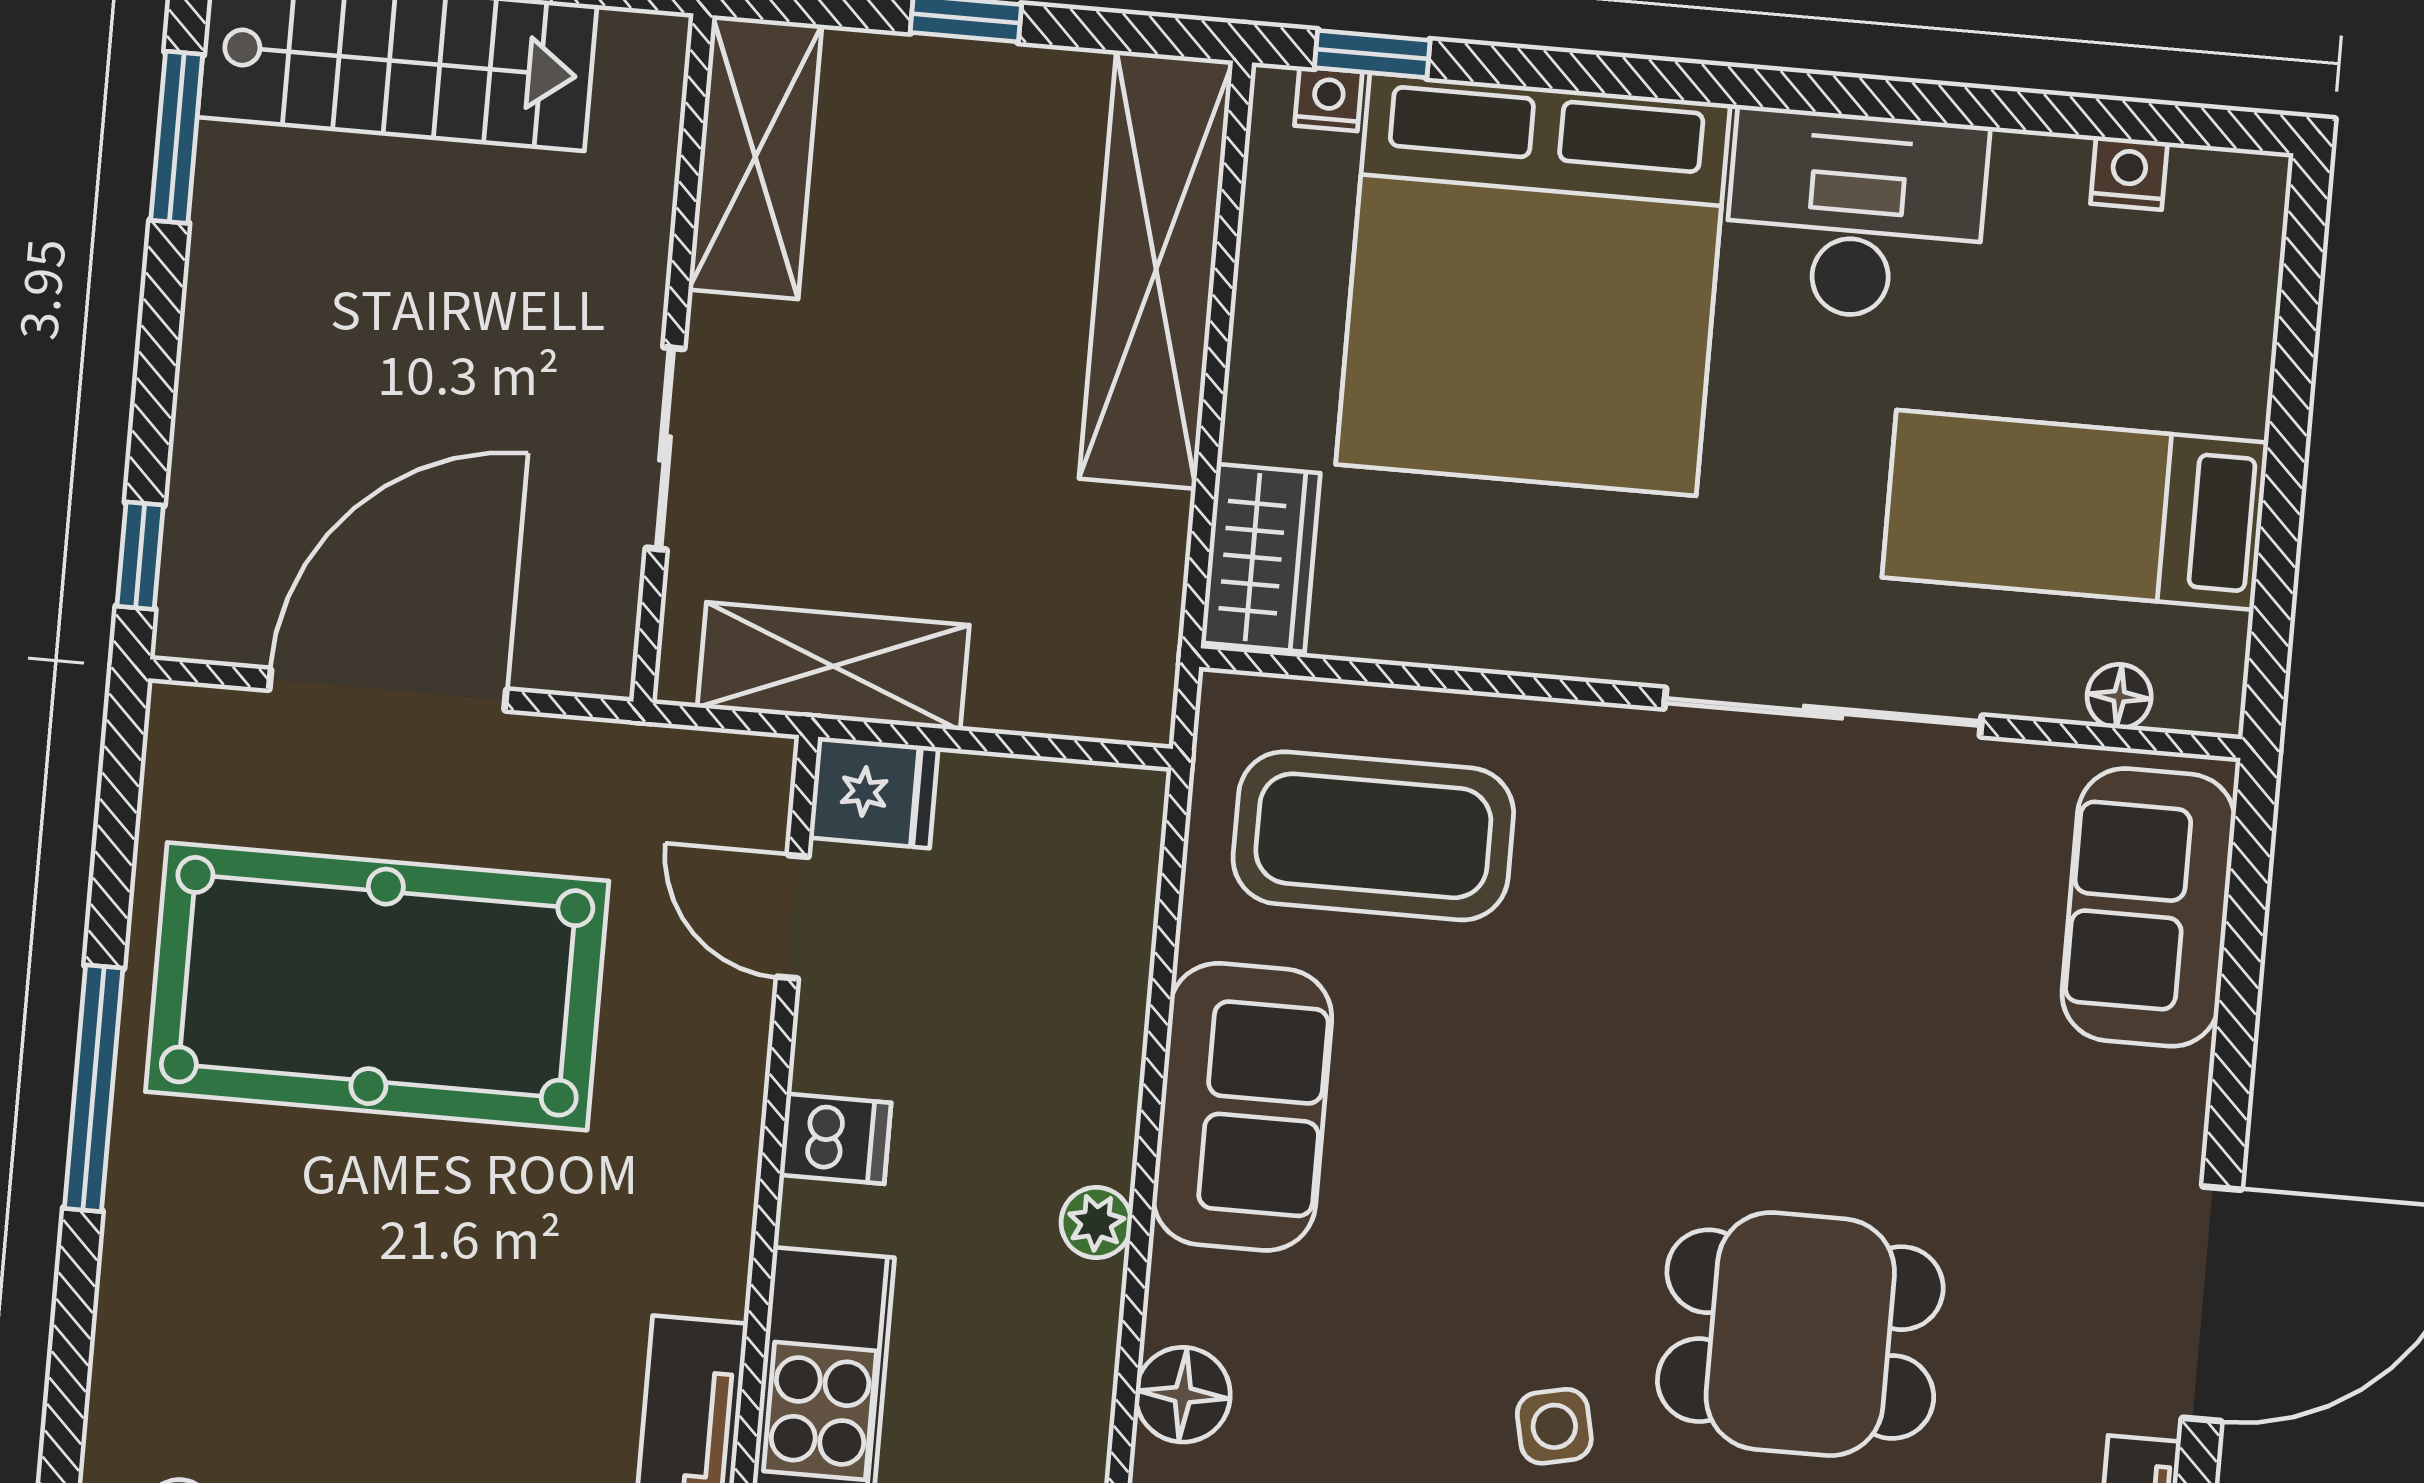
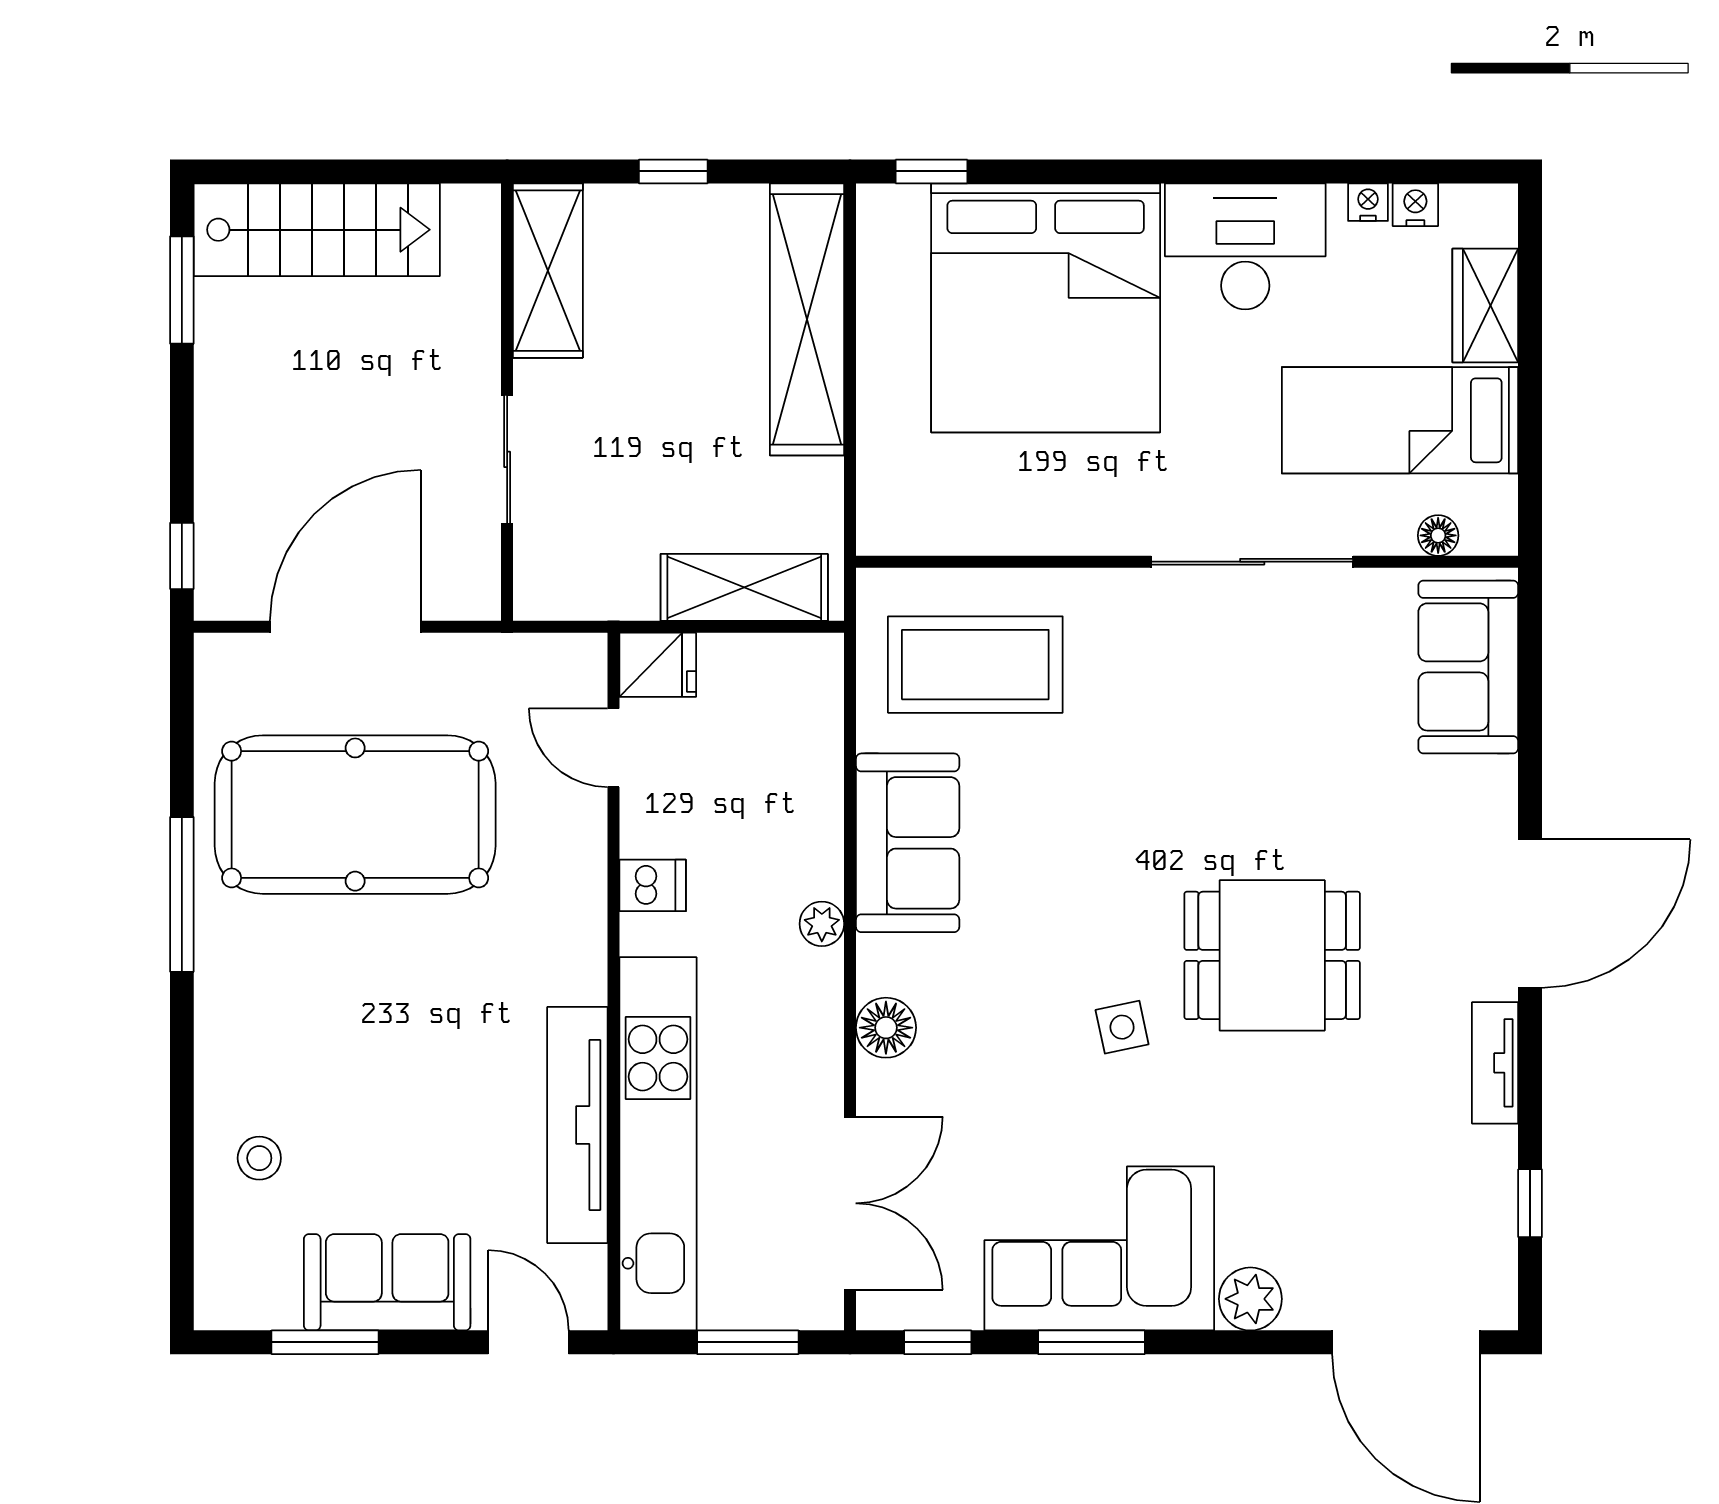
nightstand: (1328, 99) -> (1368, 202), moved
wardrobe: (1261, 558) -> (1485, 306), moved, turned 180
shelving: (833, 666) -> (744, 587), moved

